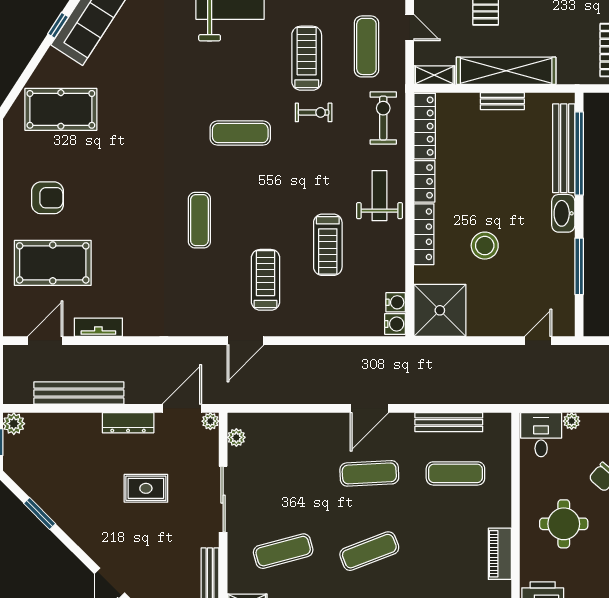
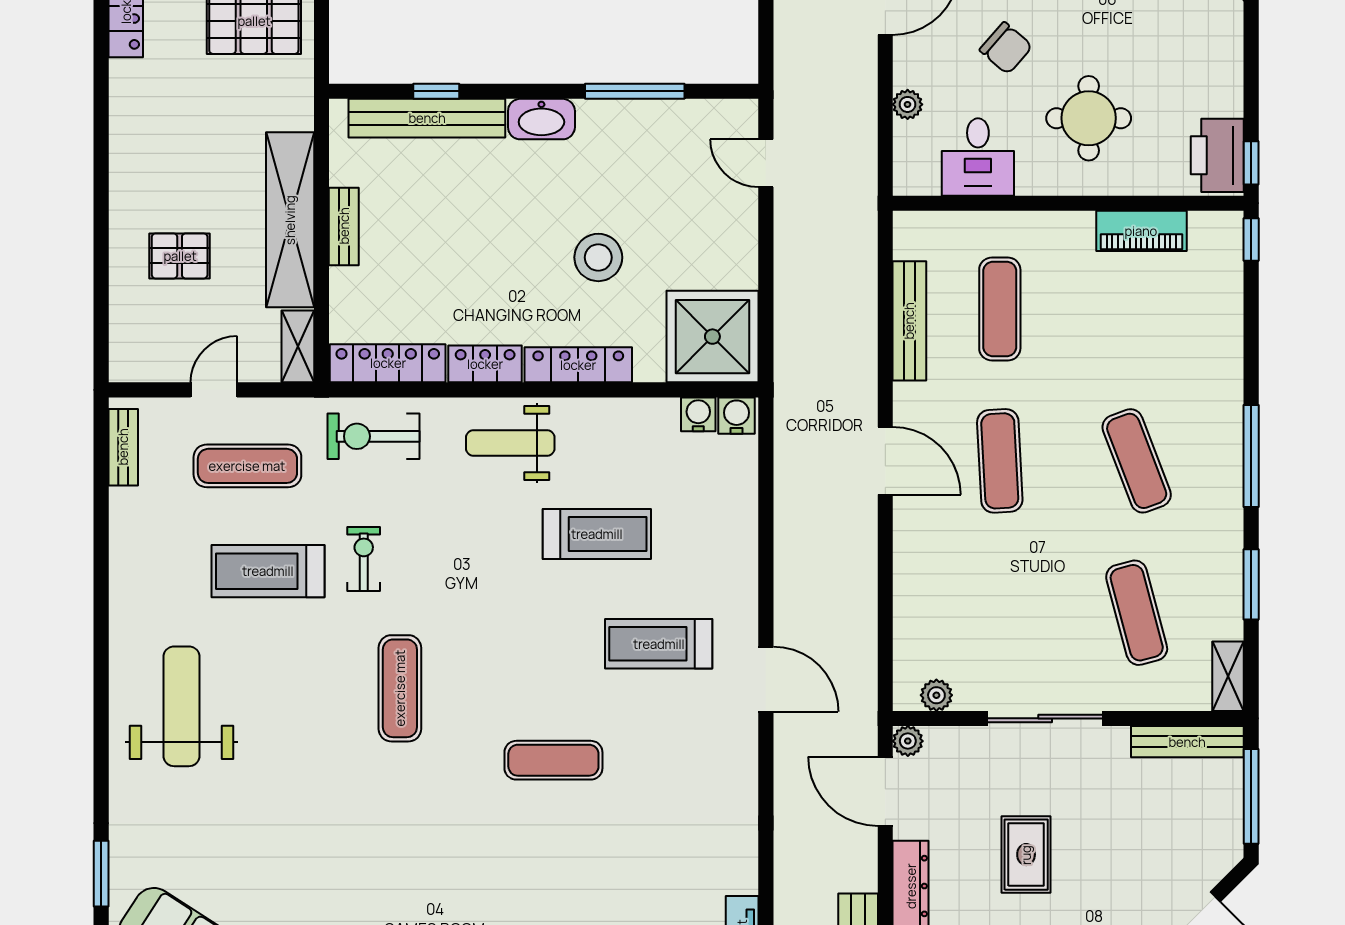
window: (579, 154) -> (436, 91), width x0.32
desk: (541, 435) -> (978, 157), moved, turned -90

